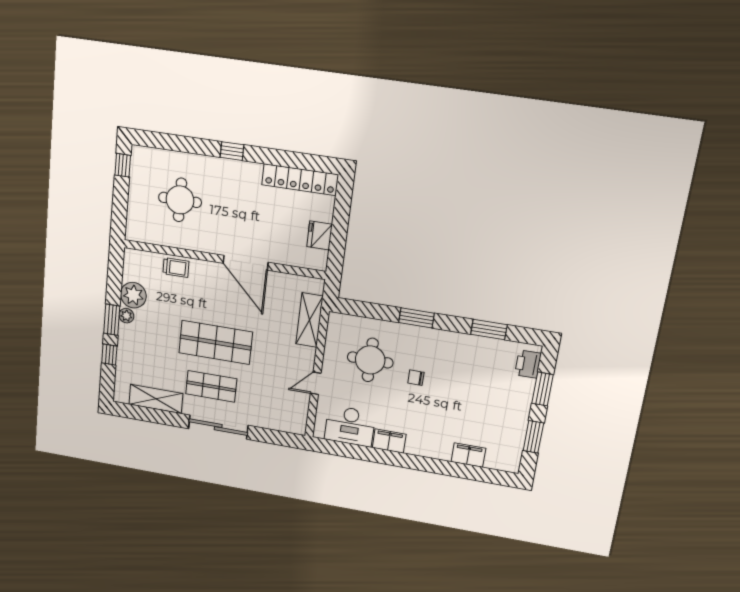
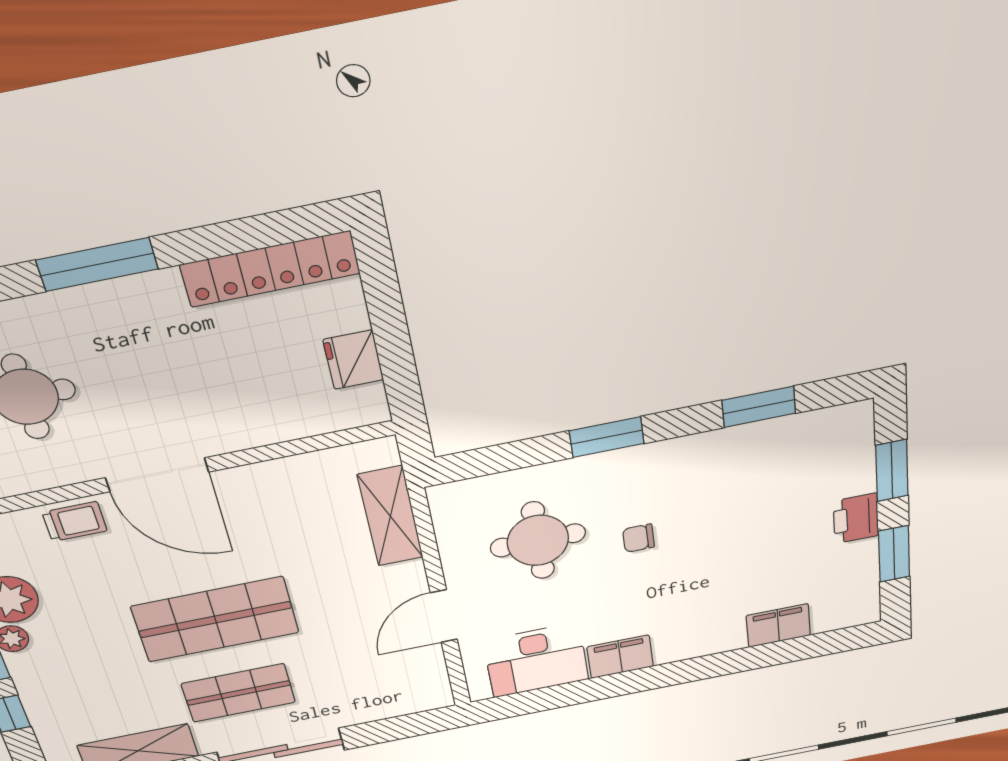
window: (232, 151) -> (97, 265), width x2.17
door: (246, 263) -> (157, 475), moved
printer: (528, 364) -> (856, 518), moved
door: (316, 383) -> (444, 616), width x1.38

